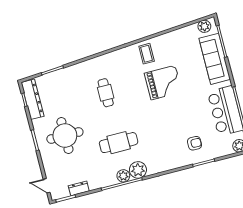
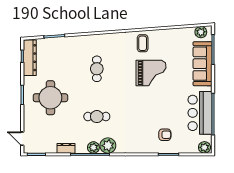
cafe table: (119, 143) -> (97, 117), width x0.73, depth x0.74
dresser: (79, 188) -> (66, 148), moved

